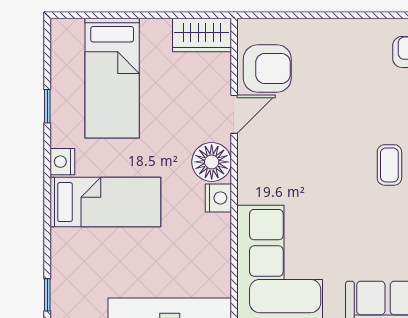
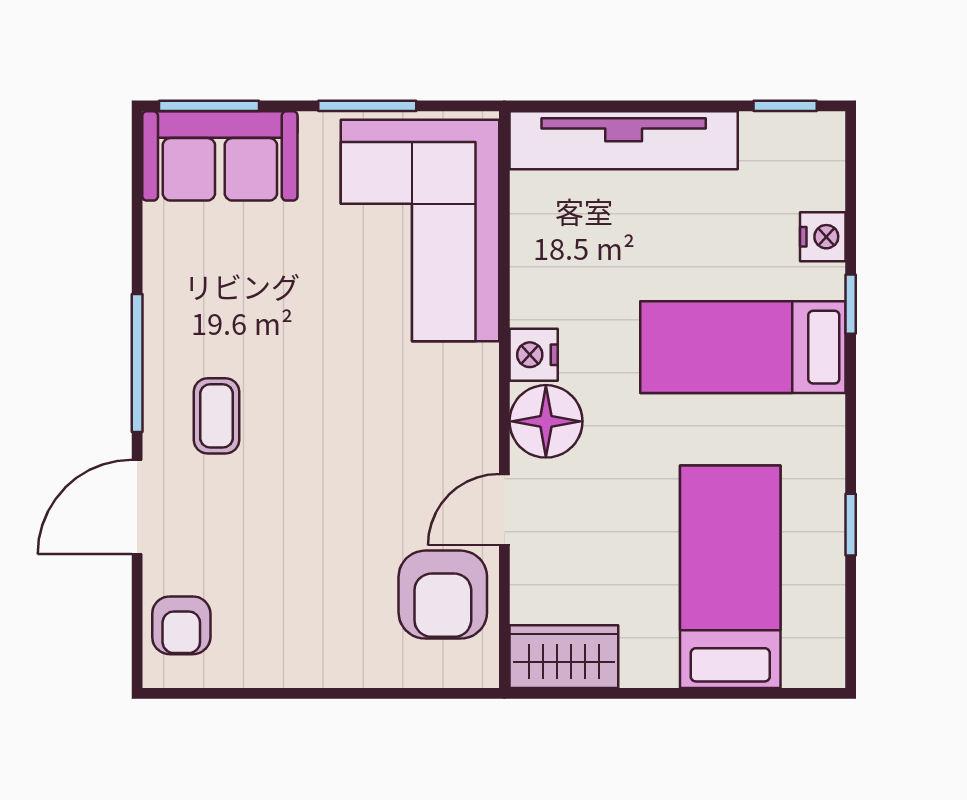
armchair: (267, 68) -> (443, 595), turned -90
nightstand: (62, 162) -> (823, 237), moved
window: (47, 295) -> (851, 304), moved

